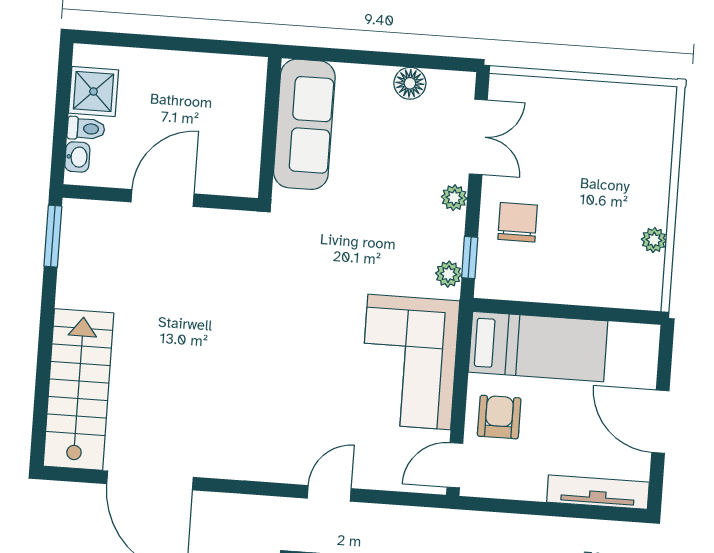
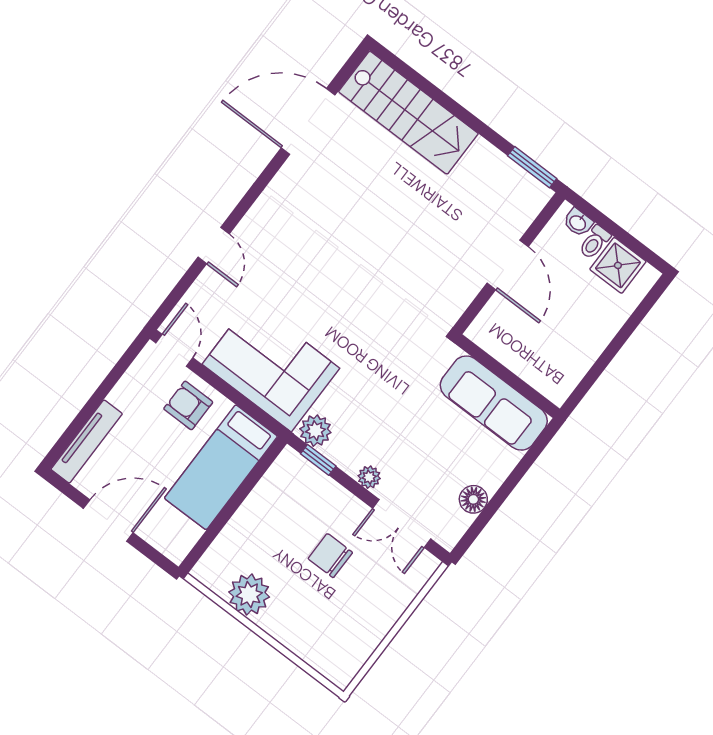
chair: (518, 222) -> (330, 556), moved, turned 180
plant: (654, 240) -> (249, 595), width x1.88, depth x1.88
plant: (448, 274) -> (315, 431), width x1.38, depth x1.38
armchair: (499, 417) -> (188, 405), turned 180

